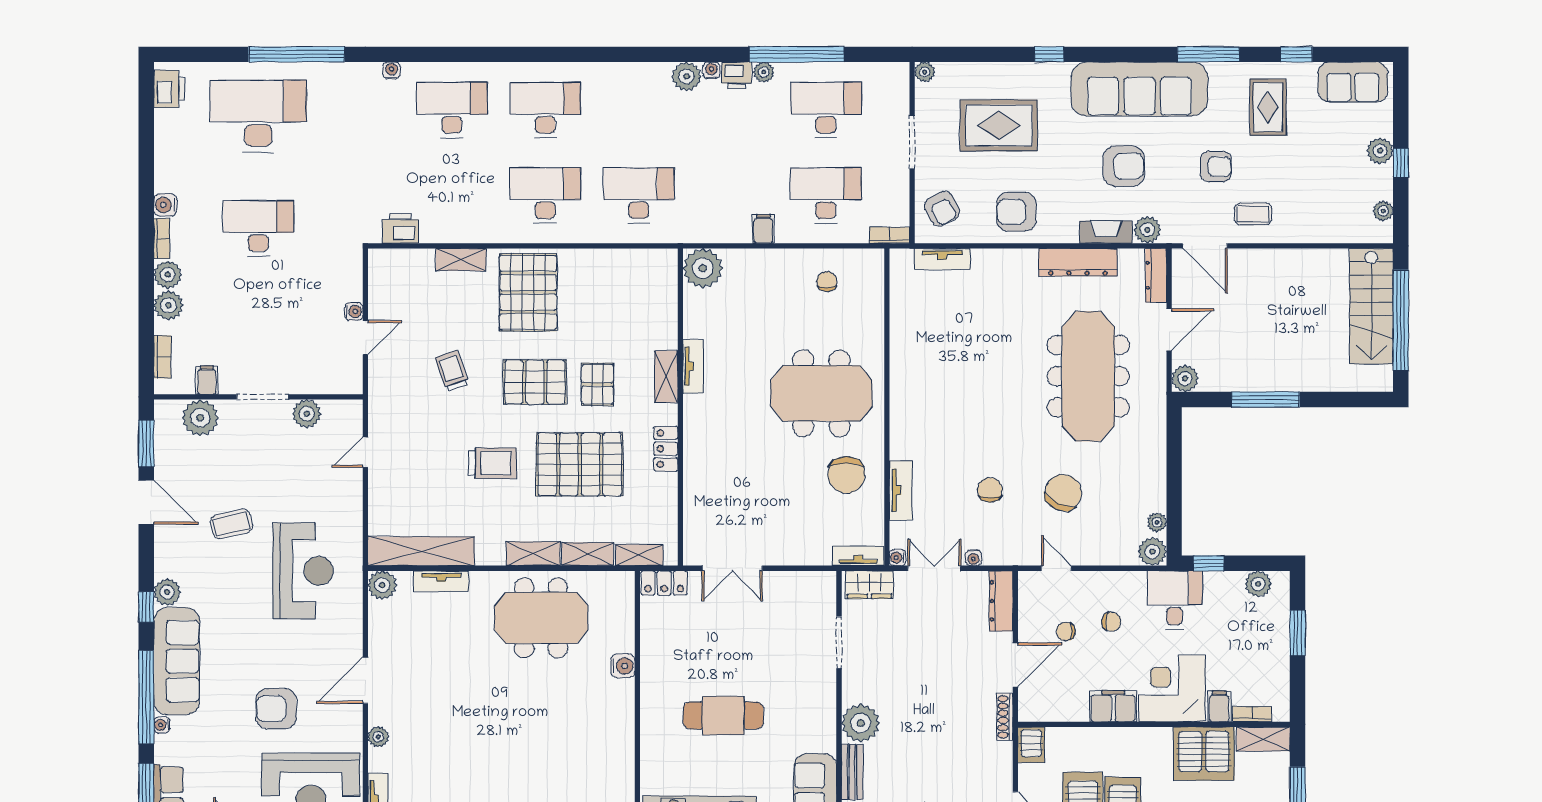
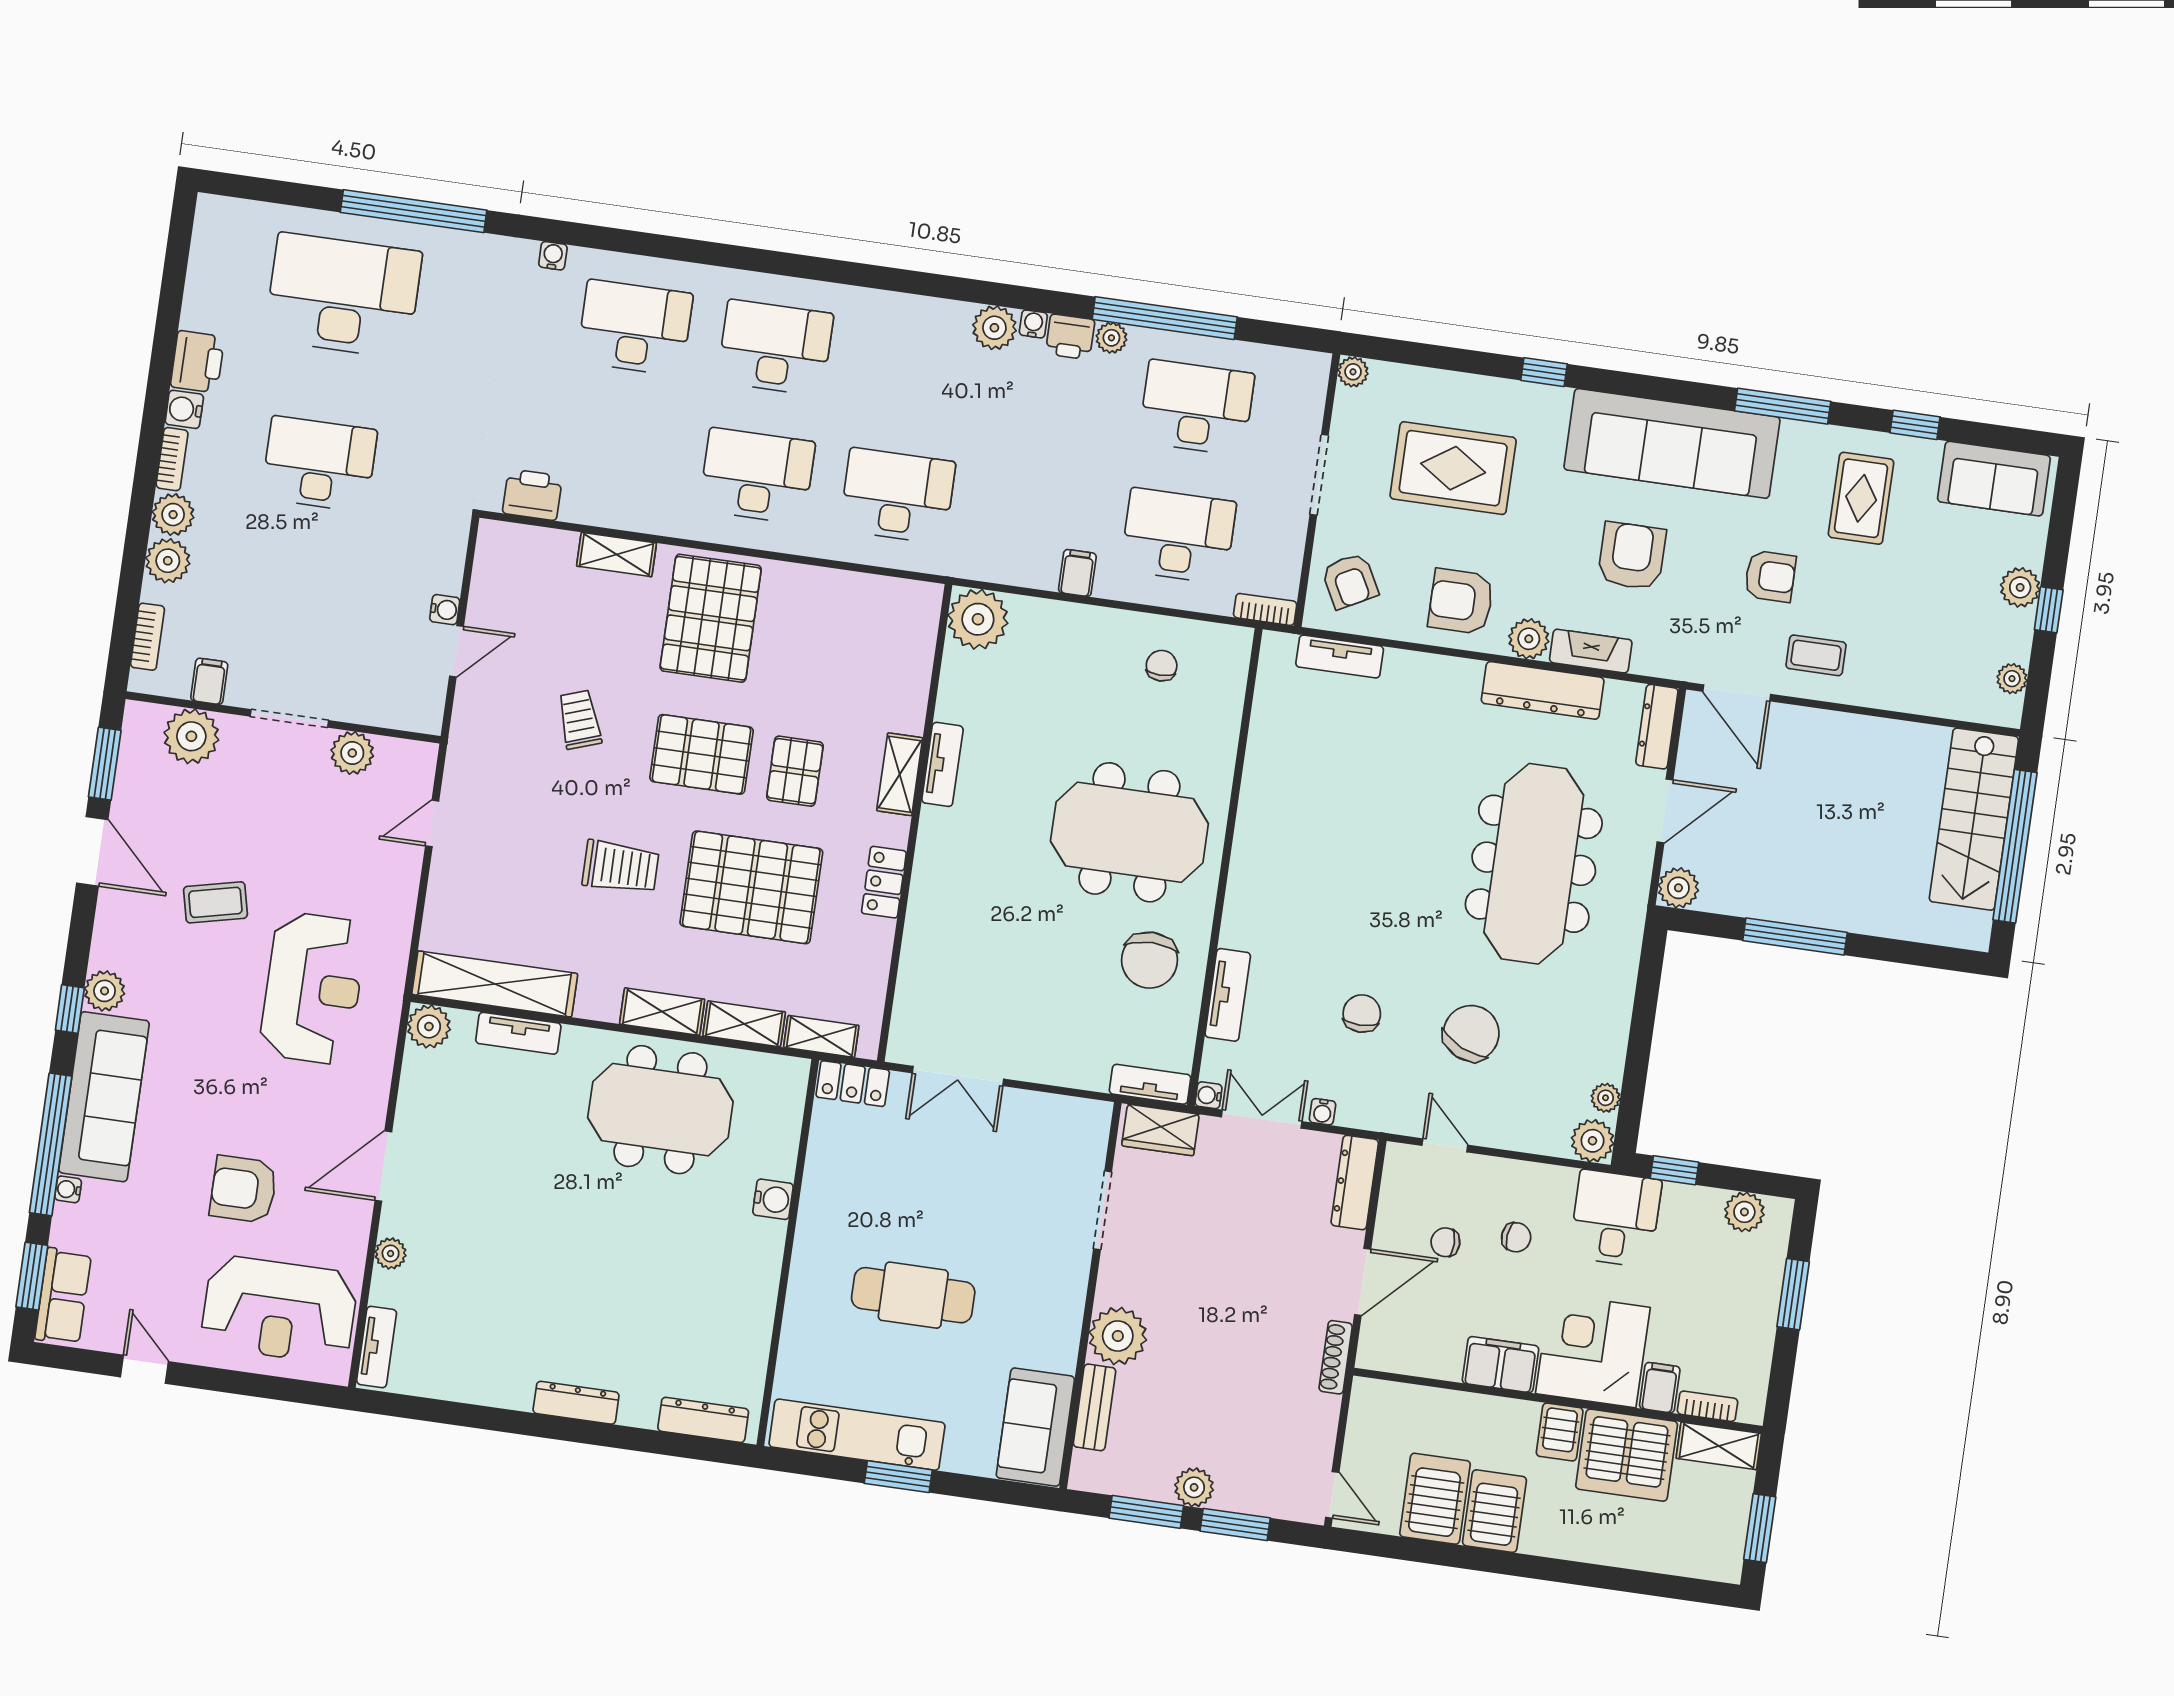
printer: (169, 89) -> (197, 362), moved
armchair: (1124, 166) -> (1632, 556), turned -90
plant: (1147, 230) -> (1529, 639), moved
server rack: (1031, 745) -> (1560, 1432), moved

